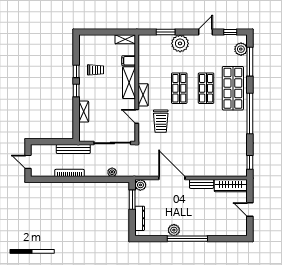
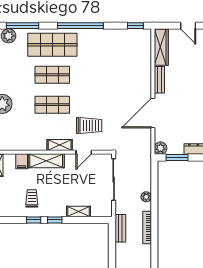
bench: (73, 149) -> (120, 228), width x0.73
plant: (112, 172) -> (146, 197), moved
door: (250, 210) -> (188, 26), hinge flipped

